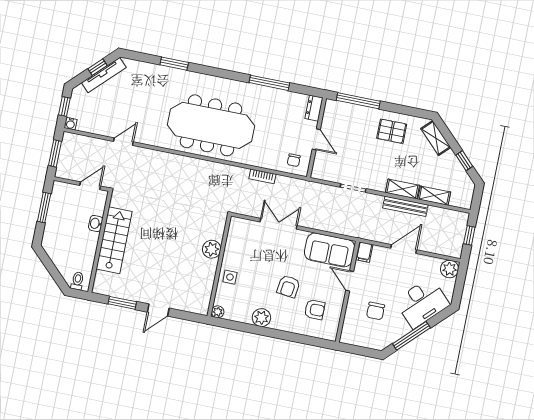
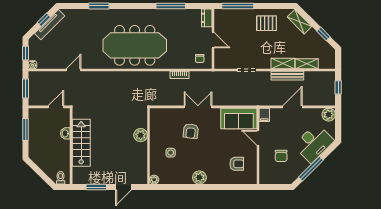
plant: (212, 249) -> (141, 135), moved
wall: (219, 266) -> (148, 146), moved
armchair: (288, 286) -> (191, 131), moved
plant: (218, 312) -> (154, 180), moved

